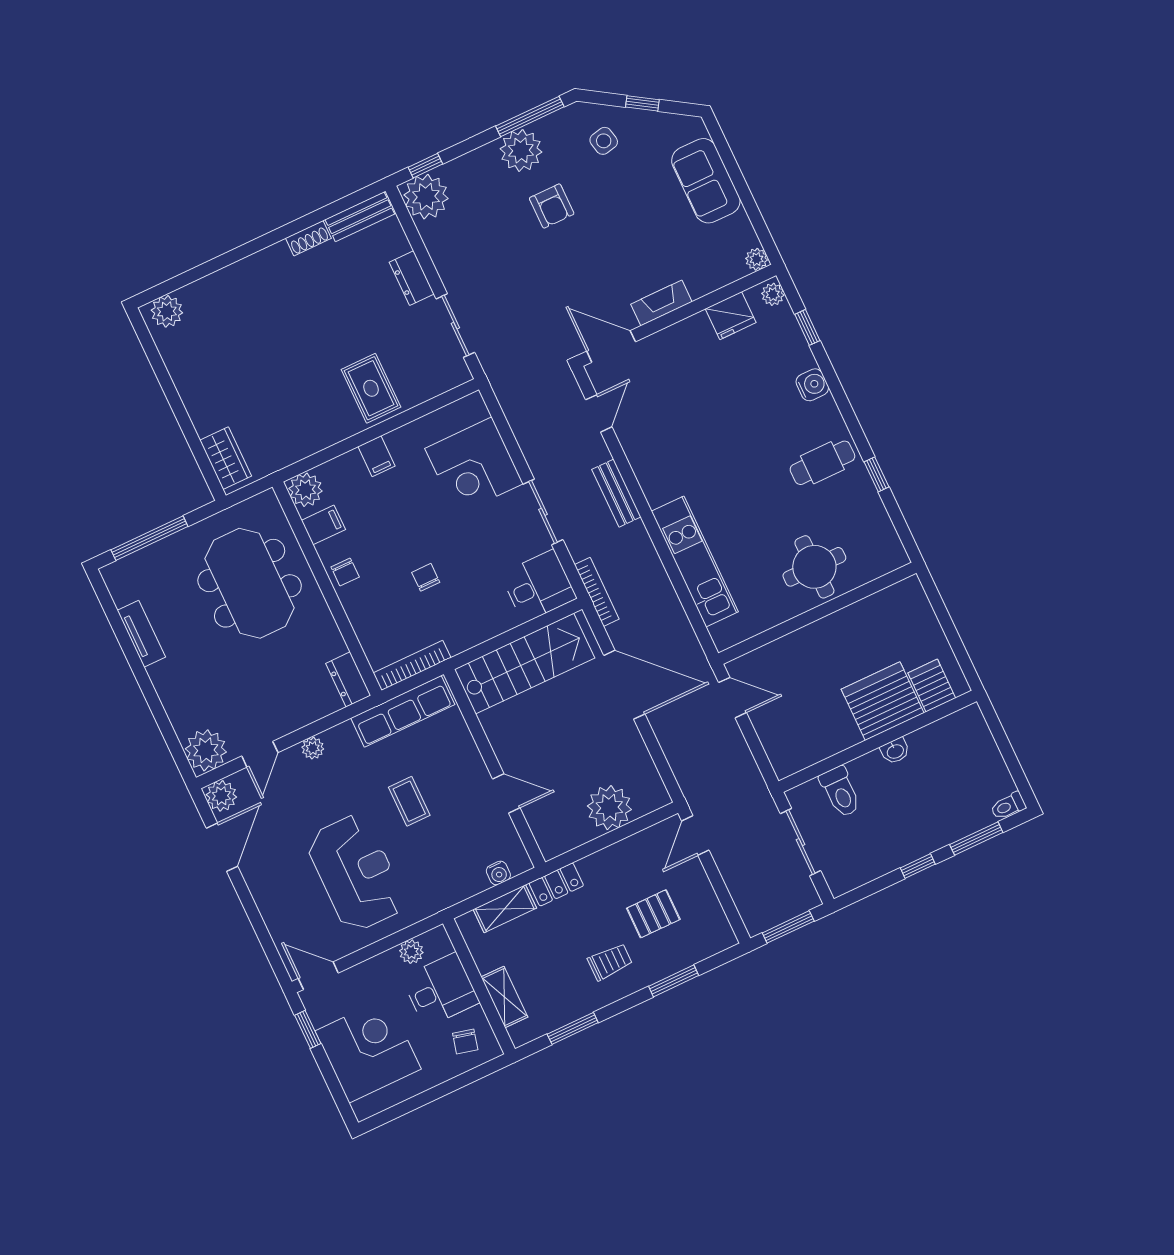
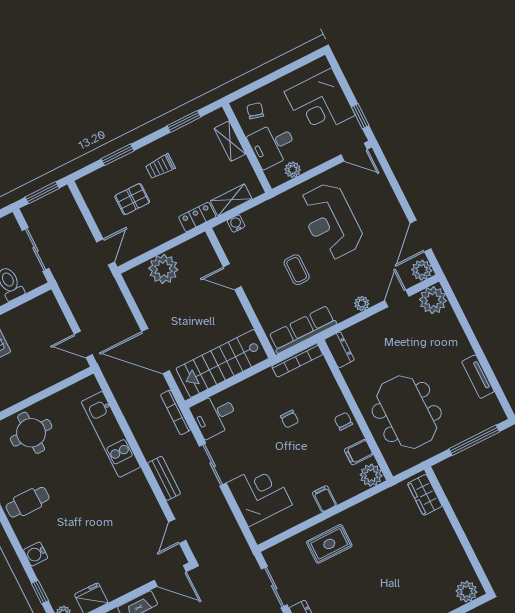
rug: (371, 388) -> (329, 544), turned 90

